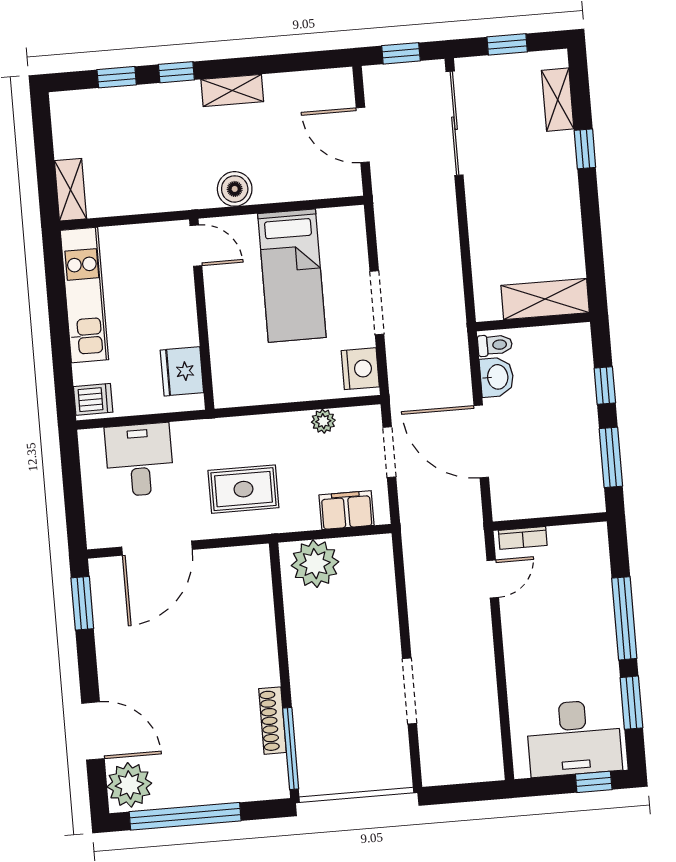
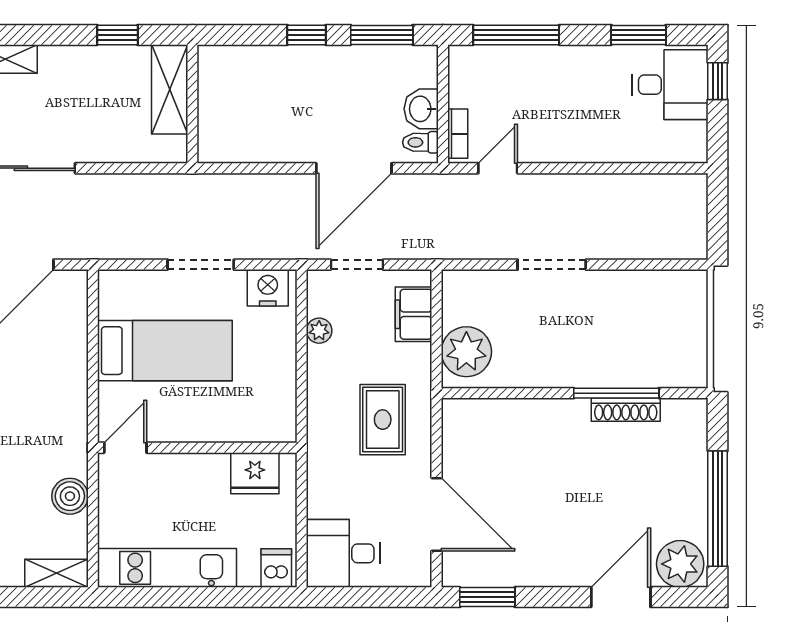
window: (585, 149) -> (117, 35), moved
boiler: (235, 189) -> (70, 496), moved
shelving: (545, 299) -> (170, 89), moved
wall: (533, 322) -> (192, 104), moved
toilet: (495, 345) -> (420, 142), moved, turned -90
washbasin: (497, 377) -> (421, 109), moved, turned -90
desk: (139, 460) -> (343, 553), moved
door: (493, 579) -> (498, 168), hinge flipped
window: (624, 618) -> (516, 35), moved
doorway: (409, 691) -> (552, 265), moved
desk: (574, 738) -> (670, 85), width x0.73
window: (291, 749) -> (616, 393), moved

